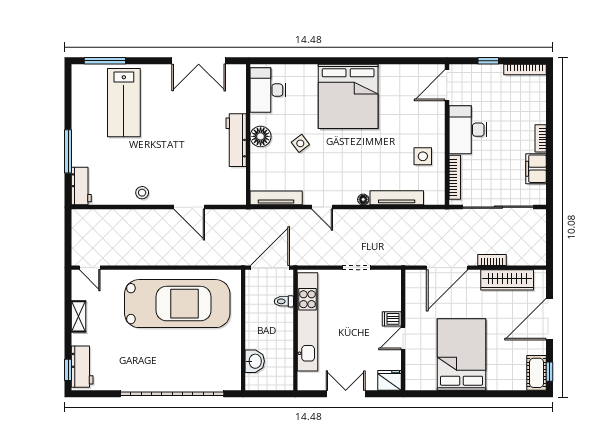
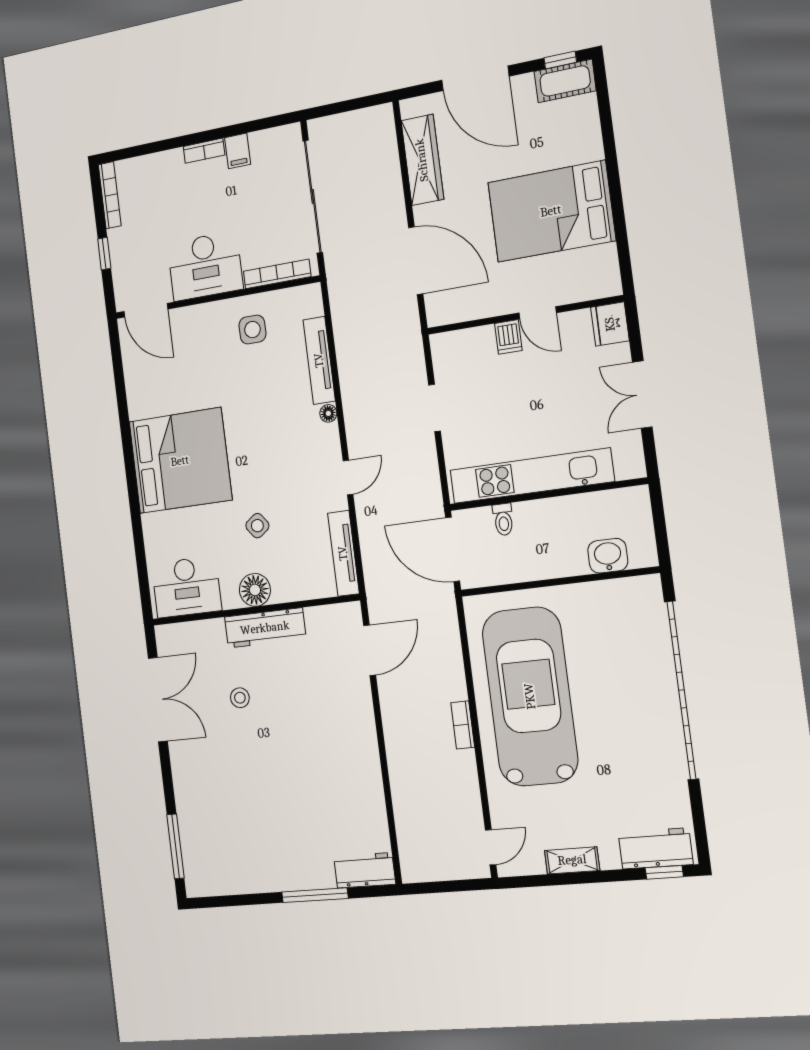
lab bench: (124, 103) -> (232, 811), removed
filing cabinet: (536, 169) -> (238, 151), width x0.50
stool: (142, 193) -> (240, 698), moved
door: (189, 207) -> (370, 650), moved
bookcase: (492, 260) -> (463, 725), moved

